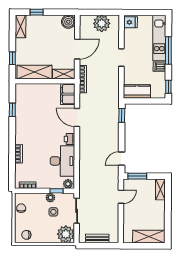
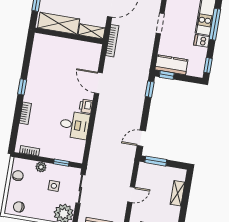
filing cabinet: (68, 94) -> (92, 55), removed
window: (134, 101) -> (167, 75), added
window: (12, 110) -> (22, 87), moved
desk: (62, 161) -> (75, 125), width x0.73
plant: (68, 184) -> (76, 157), removed
shelving: (160, 189) -> (178, 193), moved
door: (121, 197) -> (131, 195), moved
plant: (50, 198) -> (41, 167), moved

